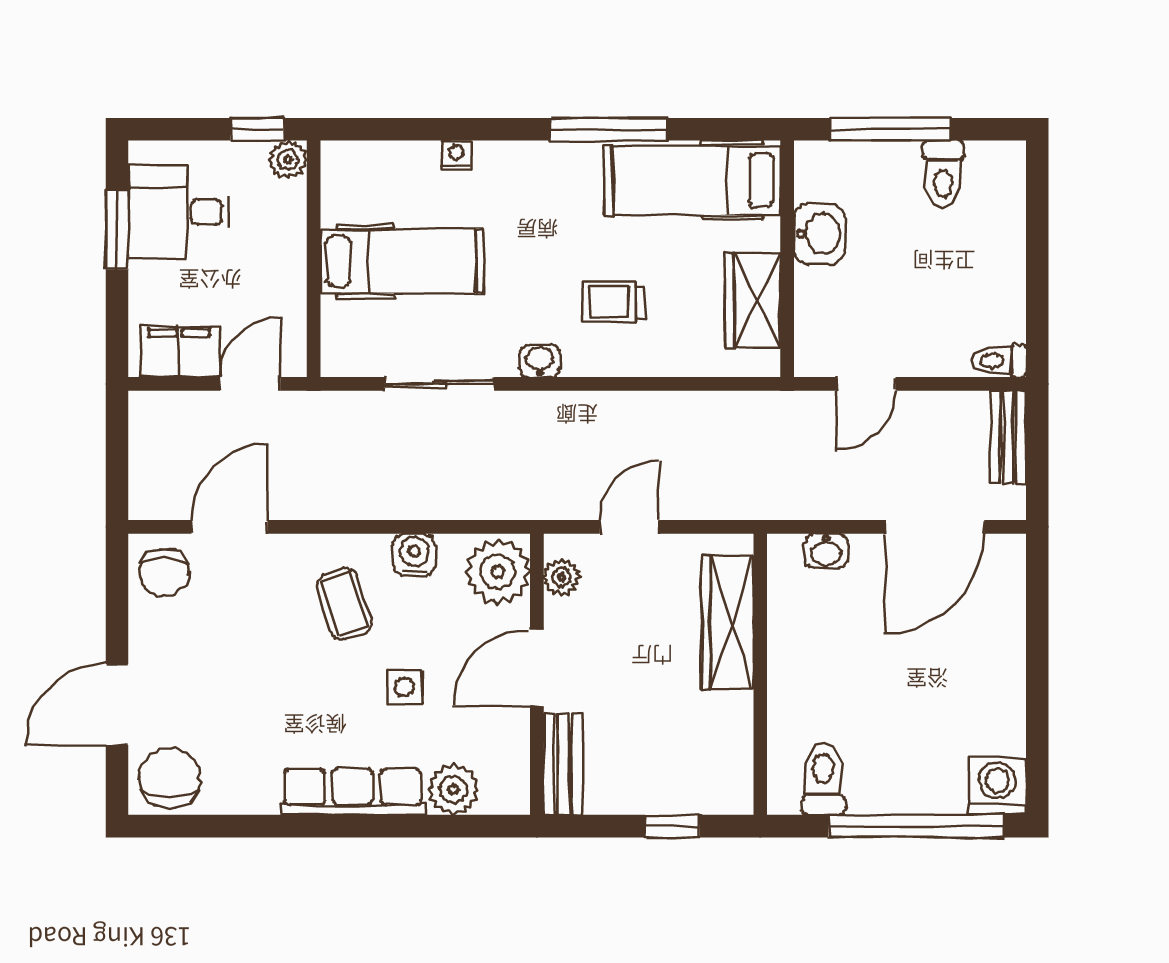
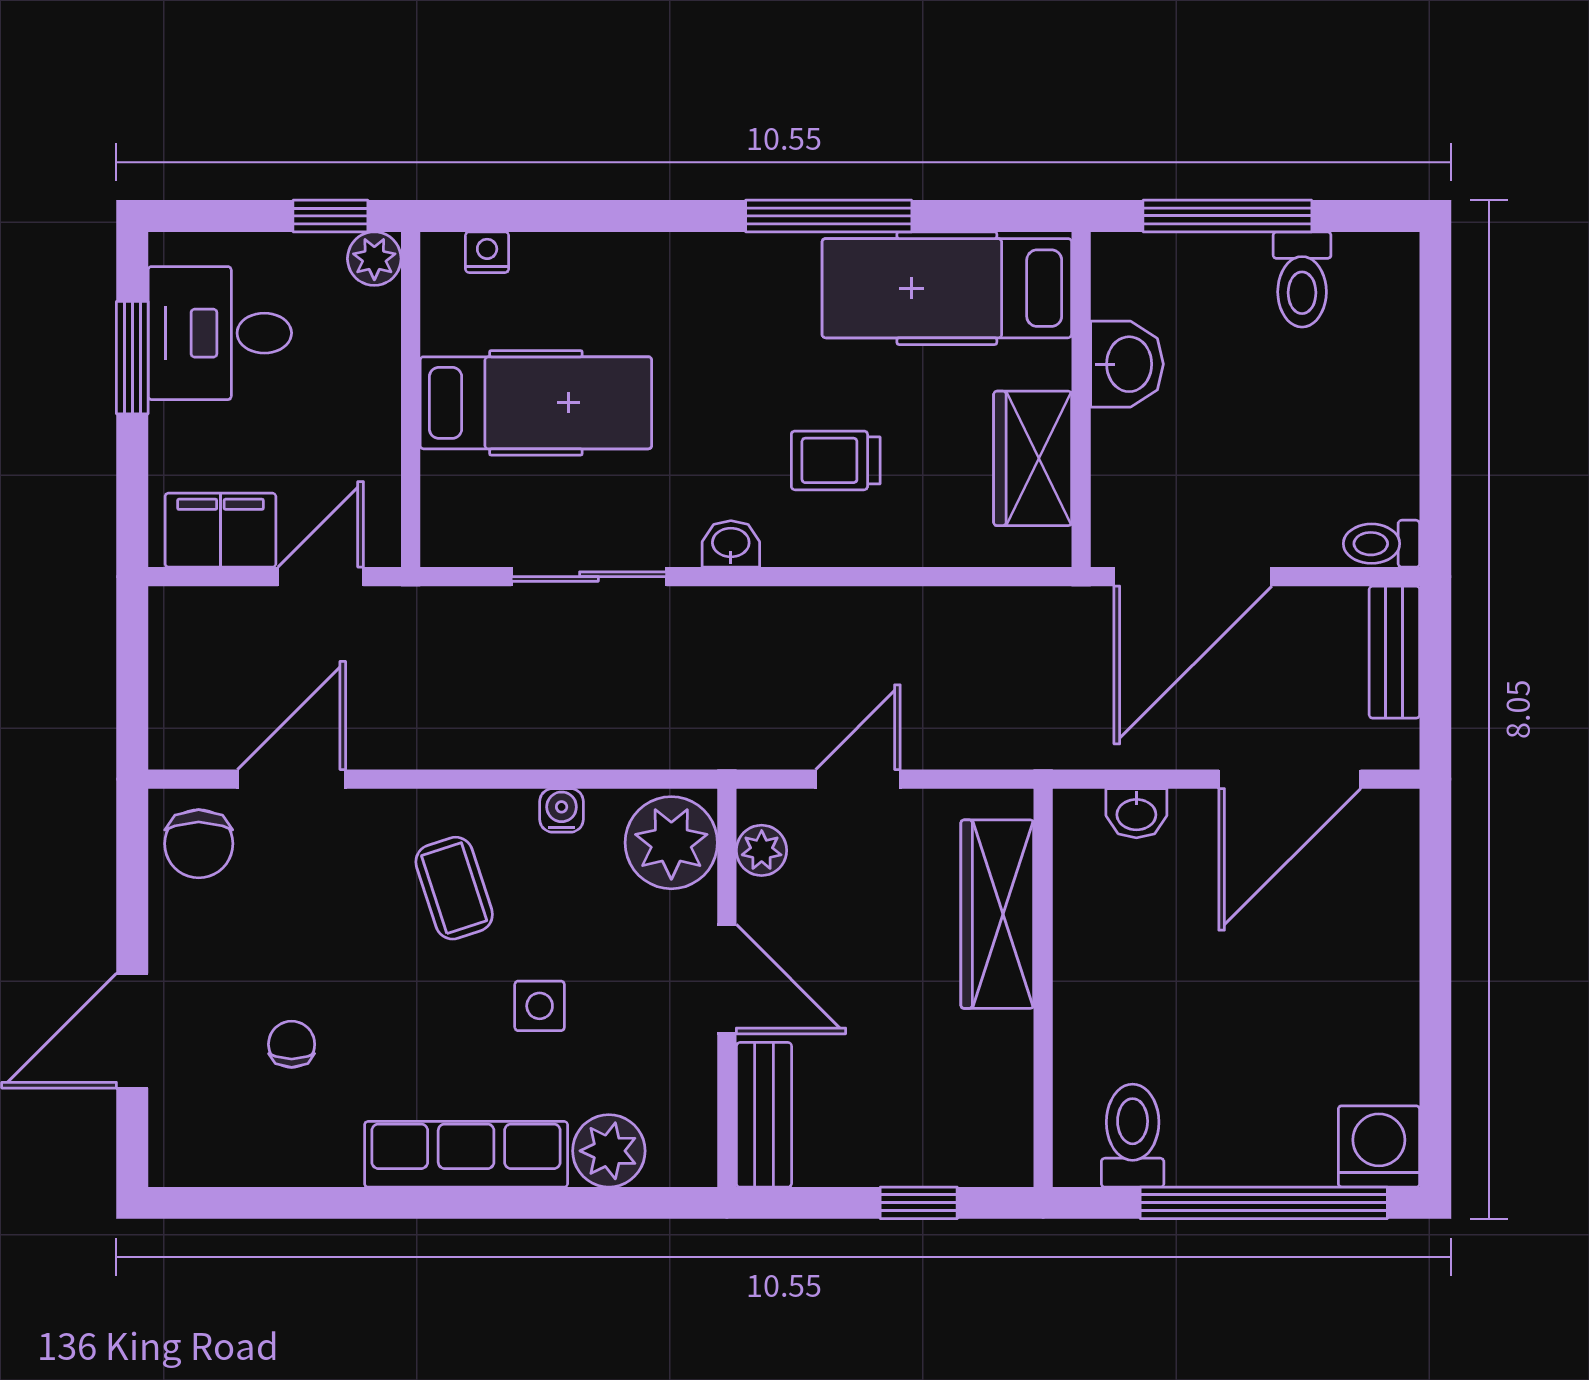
nightstand: (456, 155) -> (487, 252), moved
door: (866, 384) -> (1193, 577), width x1.87
water cooler: (414, 555) -> (562, 810), width x0.72, depth x0.72
door: (537, 668) -> (727, 979), swing flipped
chair: (170, 778) -> (292, 1044), moved, width x0.54, depth x0.54

